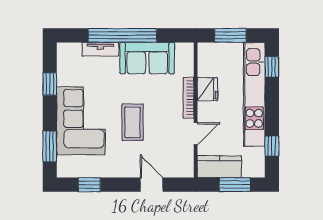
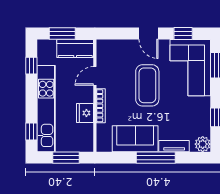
window: (122, 35) -> (156, 158), width x0.68
plant: (66, 52) -> (203, 144), added
corner sofa: (81, 121) -> (190, 68), moved
coffee table: (133, 122) -> (147, 85), width x1.36, depth x1.32
door: (152, 185) -> (148, 34), moved

